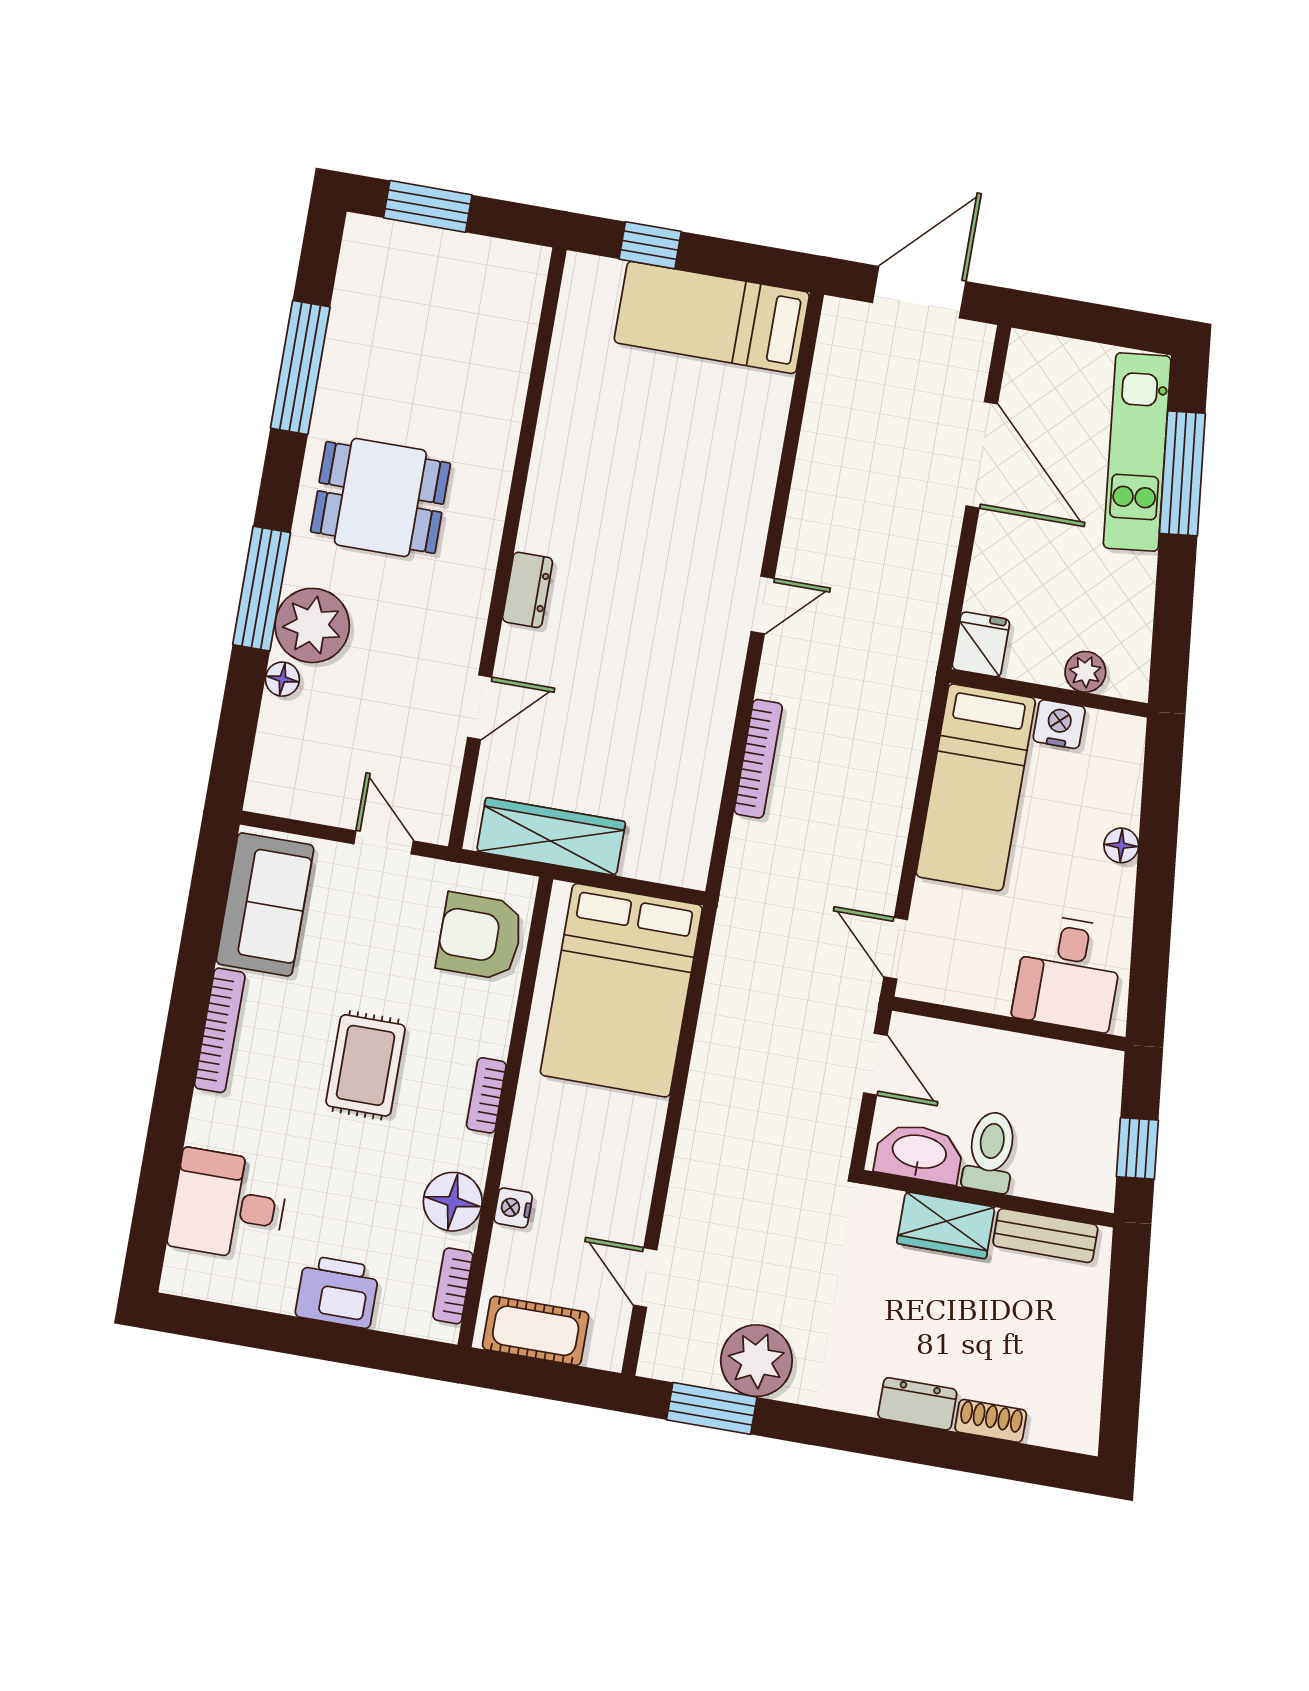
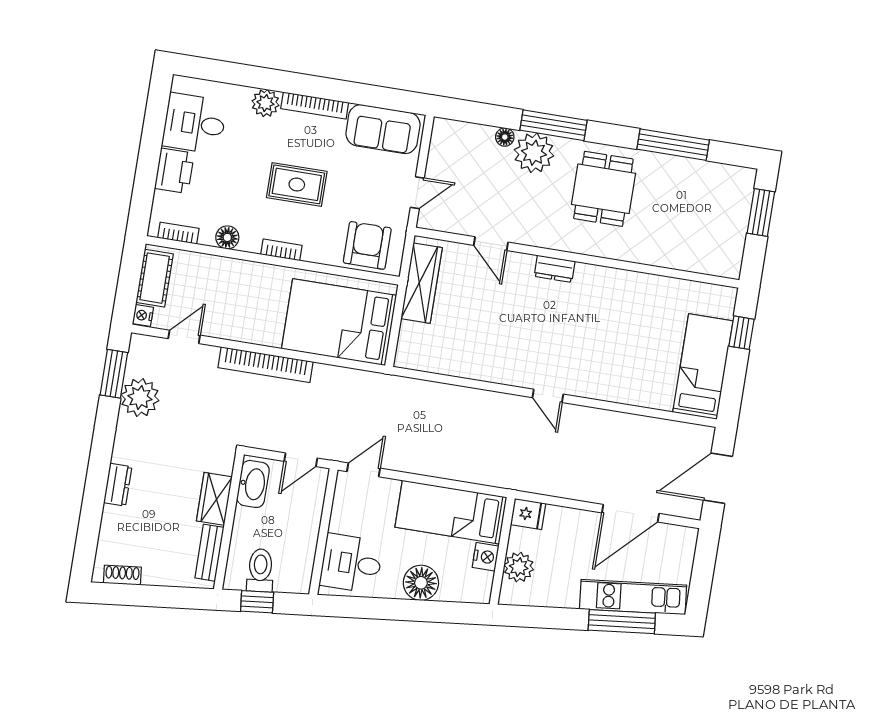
door: (919, 292) -> (718, 478), swing flipped
plant: (1085, 672) -> (519, 567), width x1.38, depth x1.38
bookcase: (758, 759) -> (266, 365), moved, width x1.48, depth x1.31
floor lamp: (1121, 845) -> (421, 583), width x1.89, depth x1.89
plant: (214, 1122) -> (265, 103), added
toilet: (990, 1152) -> (260, 570), moved, turned -96
floor lamp: (453, 1202) -> (227, 237), width x0.73, depth x0.73
desk: (228, 1205) -> (194, 124), moved, turned -90
nightstand: (513, 1208) -> (143, 315), moved, turned -90
shoe rack: (991, 1421) -> (122, 575), moved, turned -96

